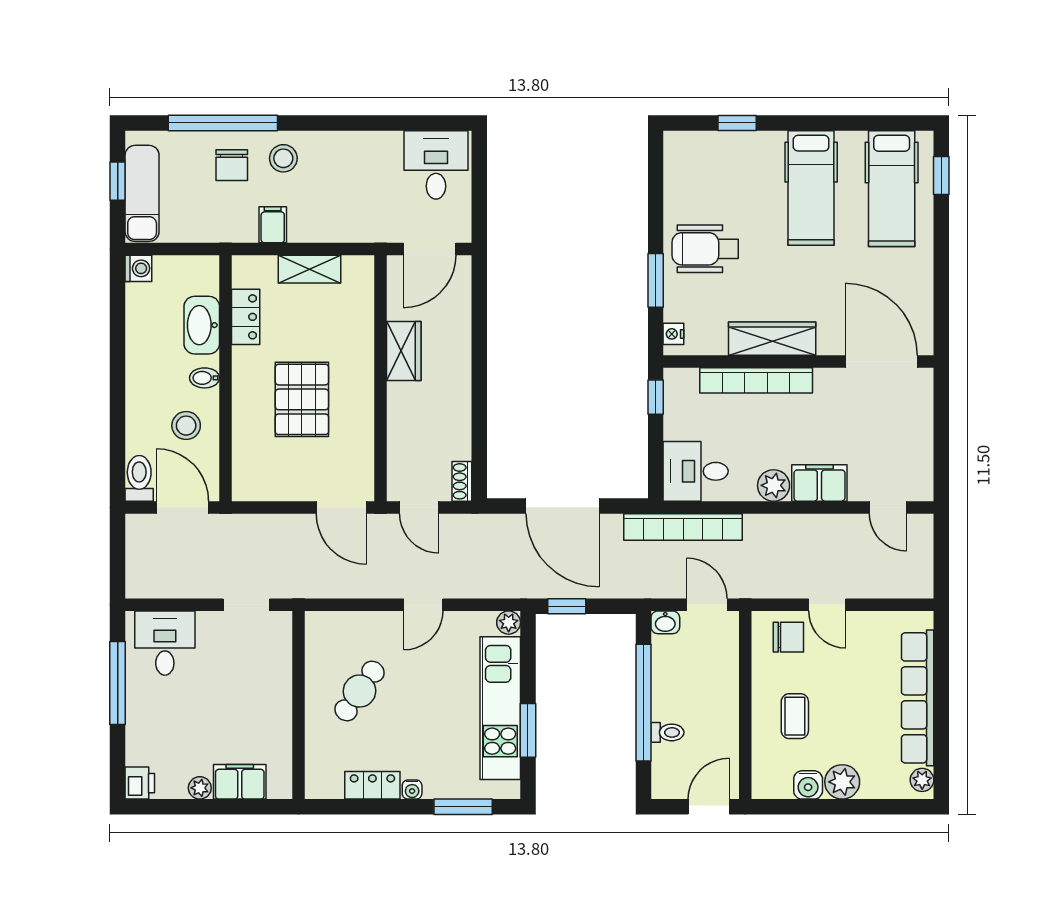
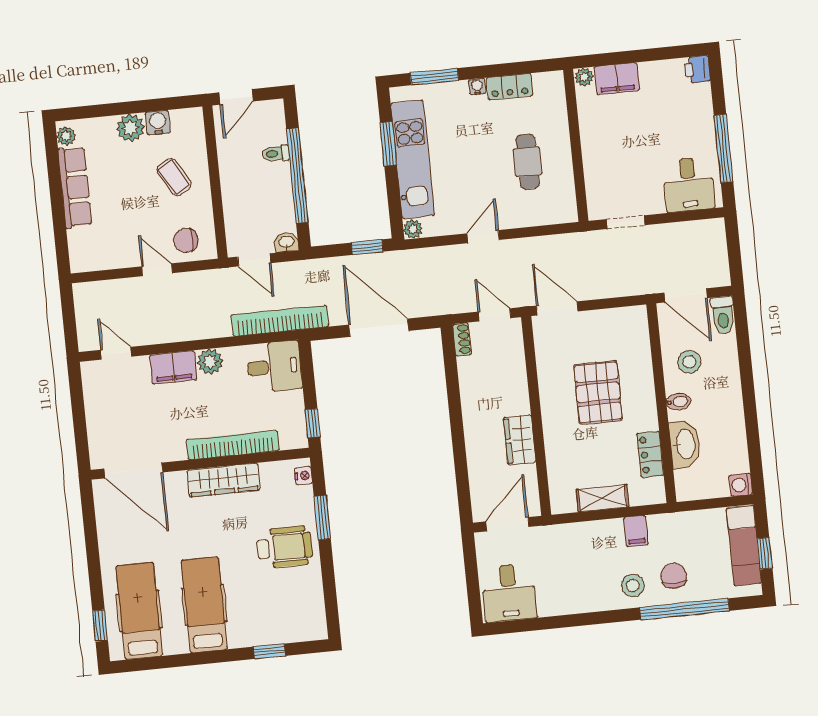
cafe table: (360, 691) -> (528, 162), turned -35
row of seats: (918, 698) -> (75, 187), width x0.73
coffee table: (795, 716) -> (174, 177), turned -31
plant: (200, 788) -> (584, 77), moved

